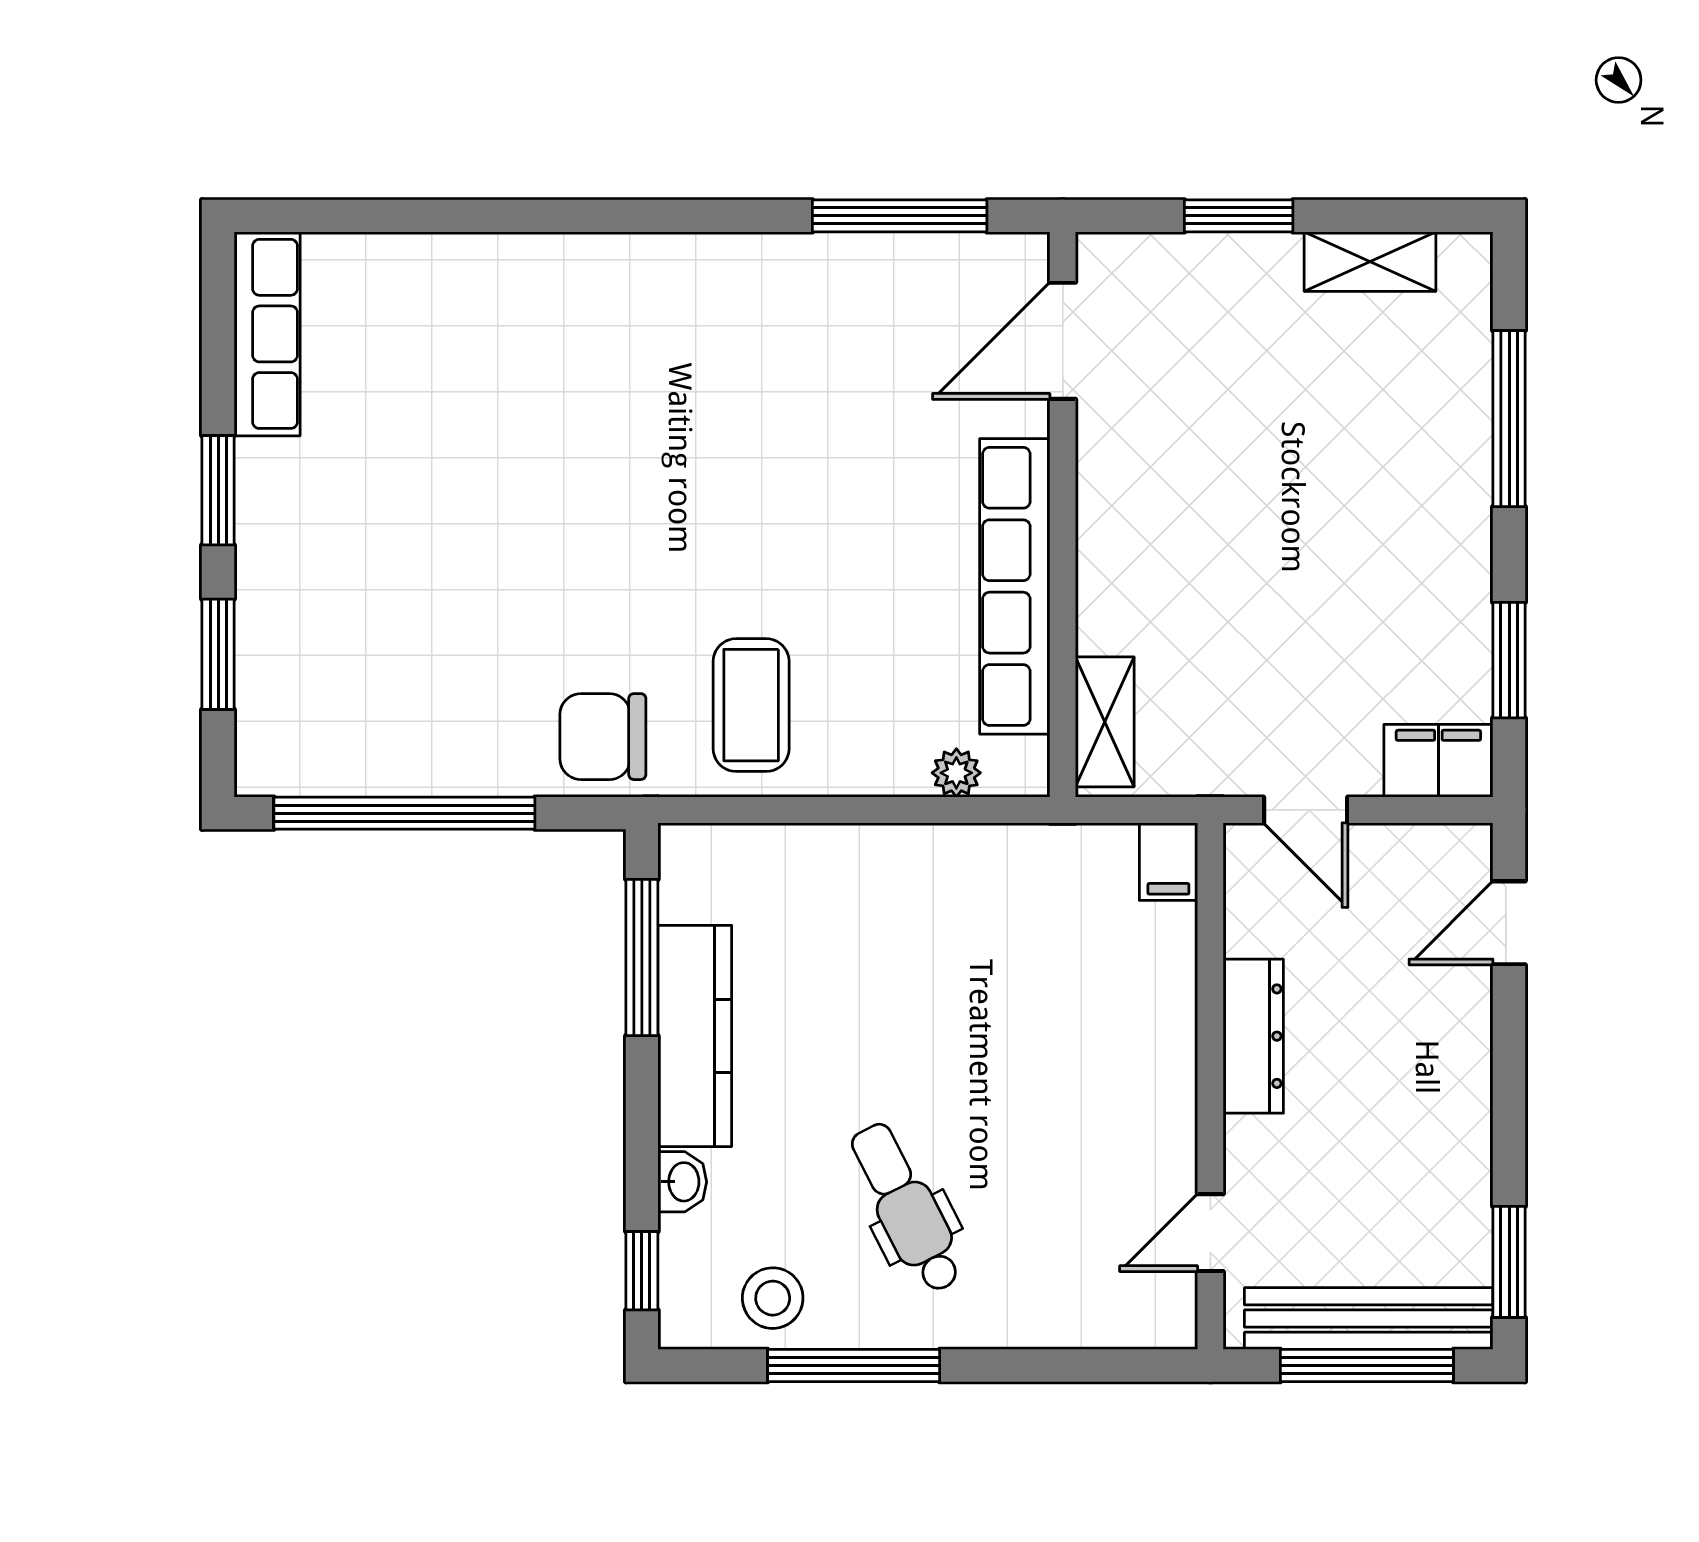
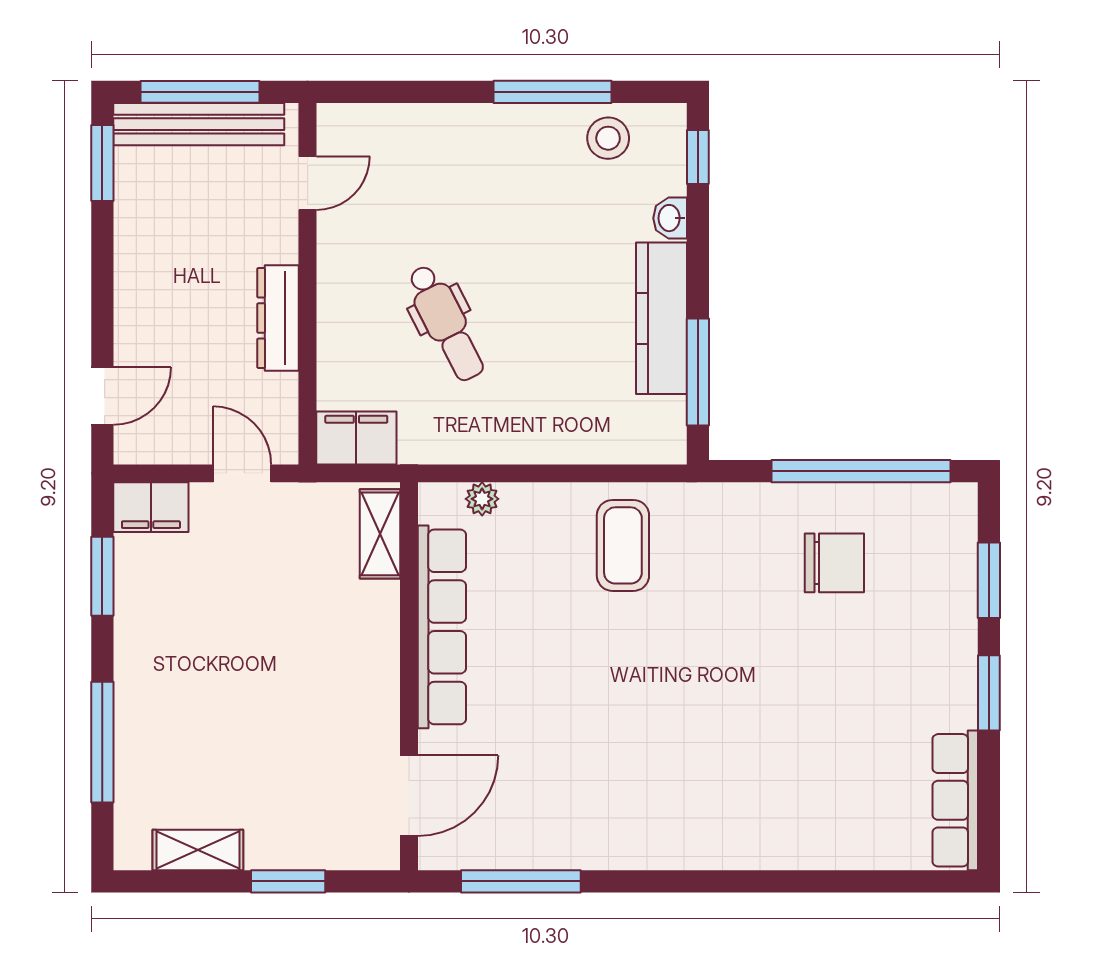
chair: (603, 737) -> (834, 563), moved
filing cabinet: (1168, 862) -> (356, 438), width x2.00
dental chair: (906, 1208) -> (446, 323), moved

